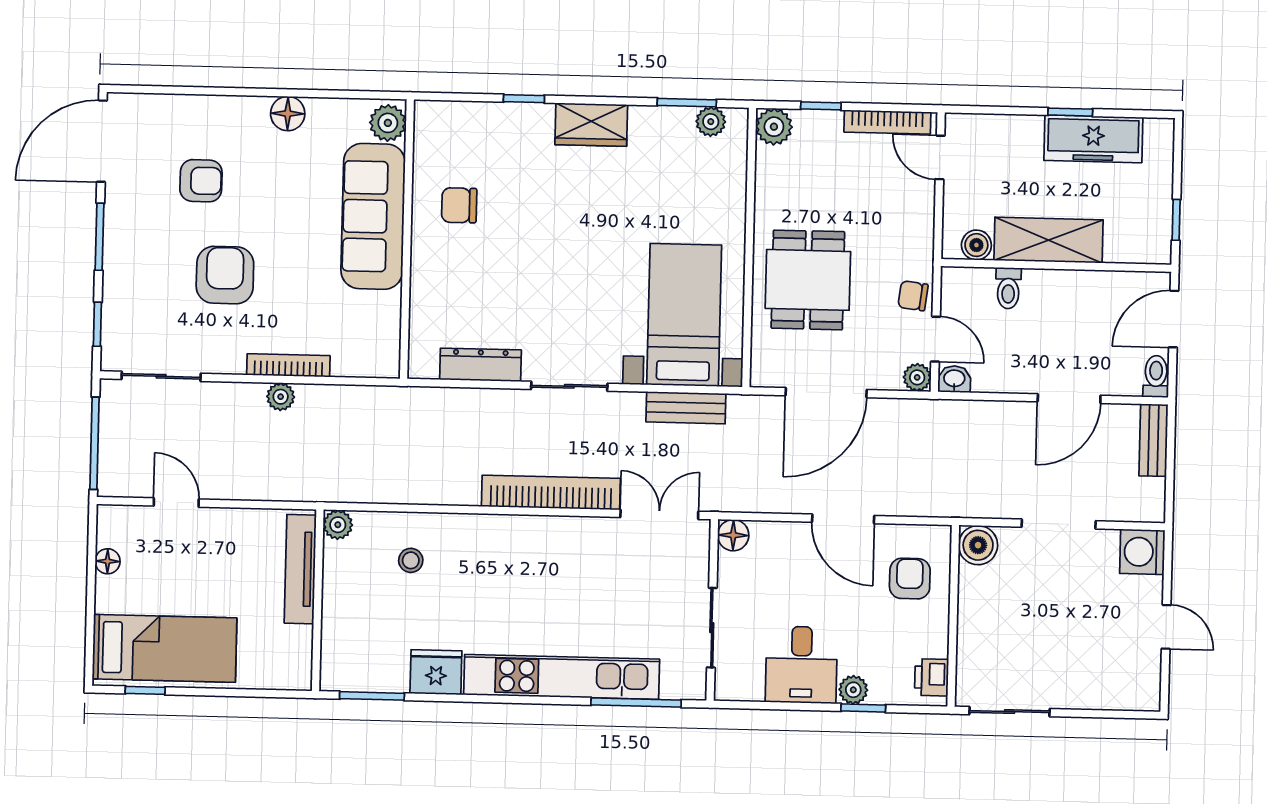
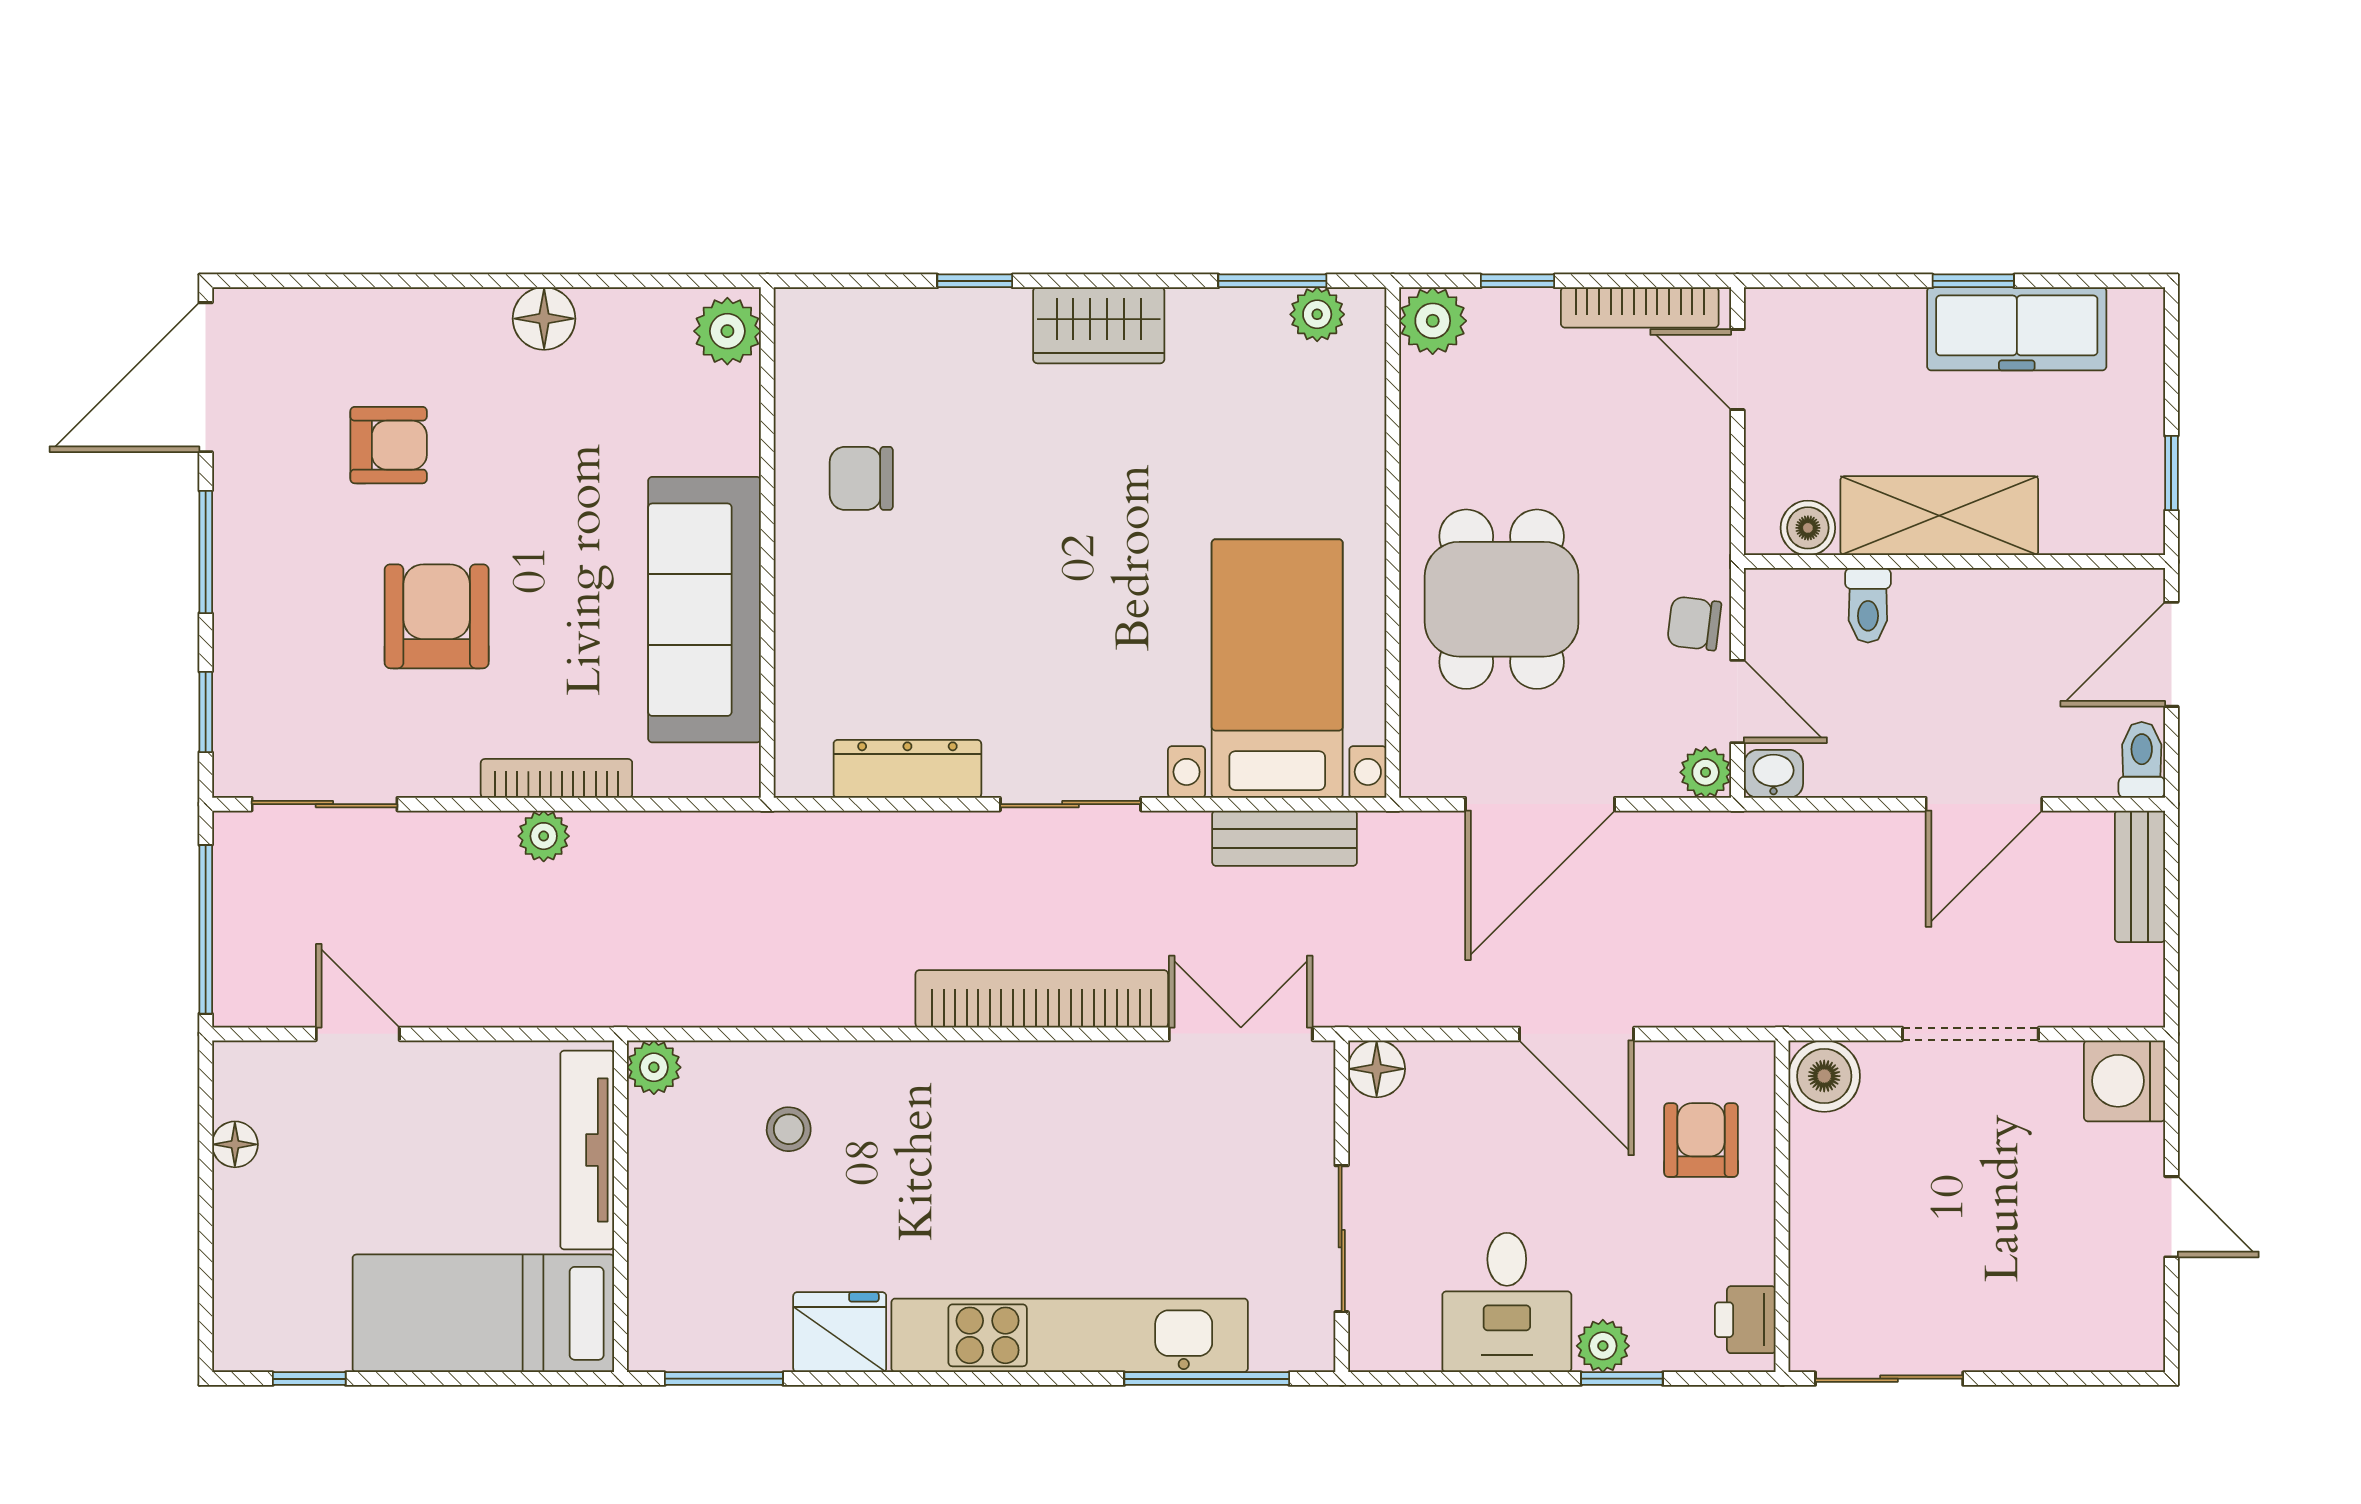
sofa: (373, 216) -> (705, 610), moved
bed: (165, 648) -> (483, 1313), moved, turned 180

